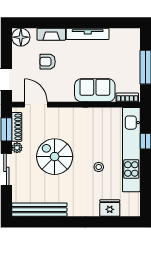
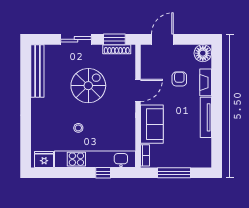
door: (36, 105) -> (138, 90), moved
plant: (17, 148) -> (97, 50), removed
fridge: (110, 208) -> (44, 159), moved, turned -90

